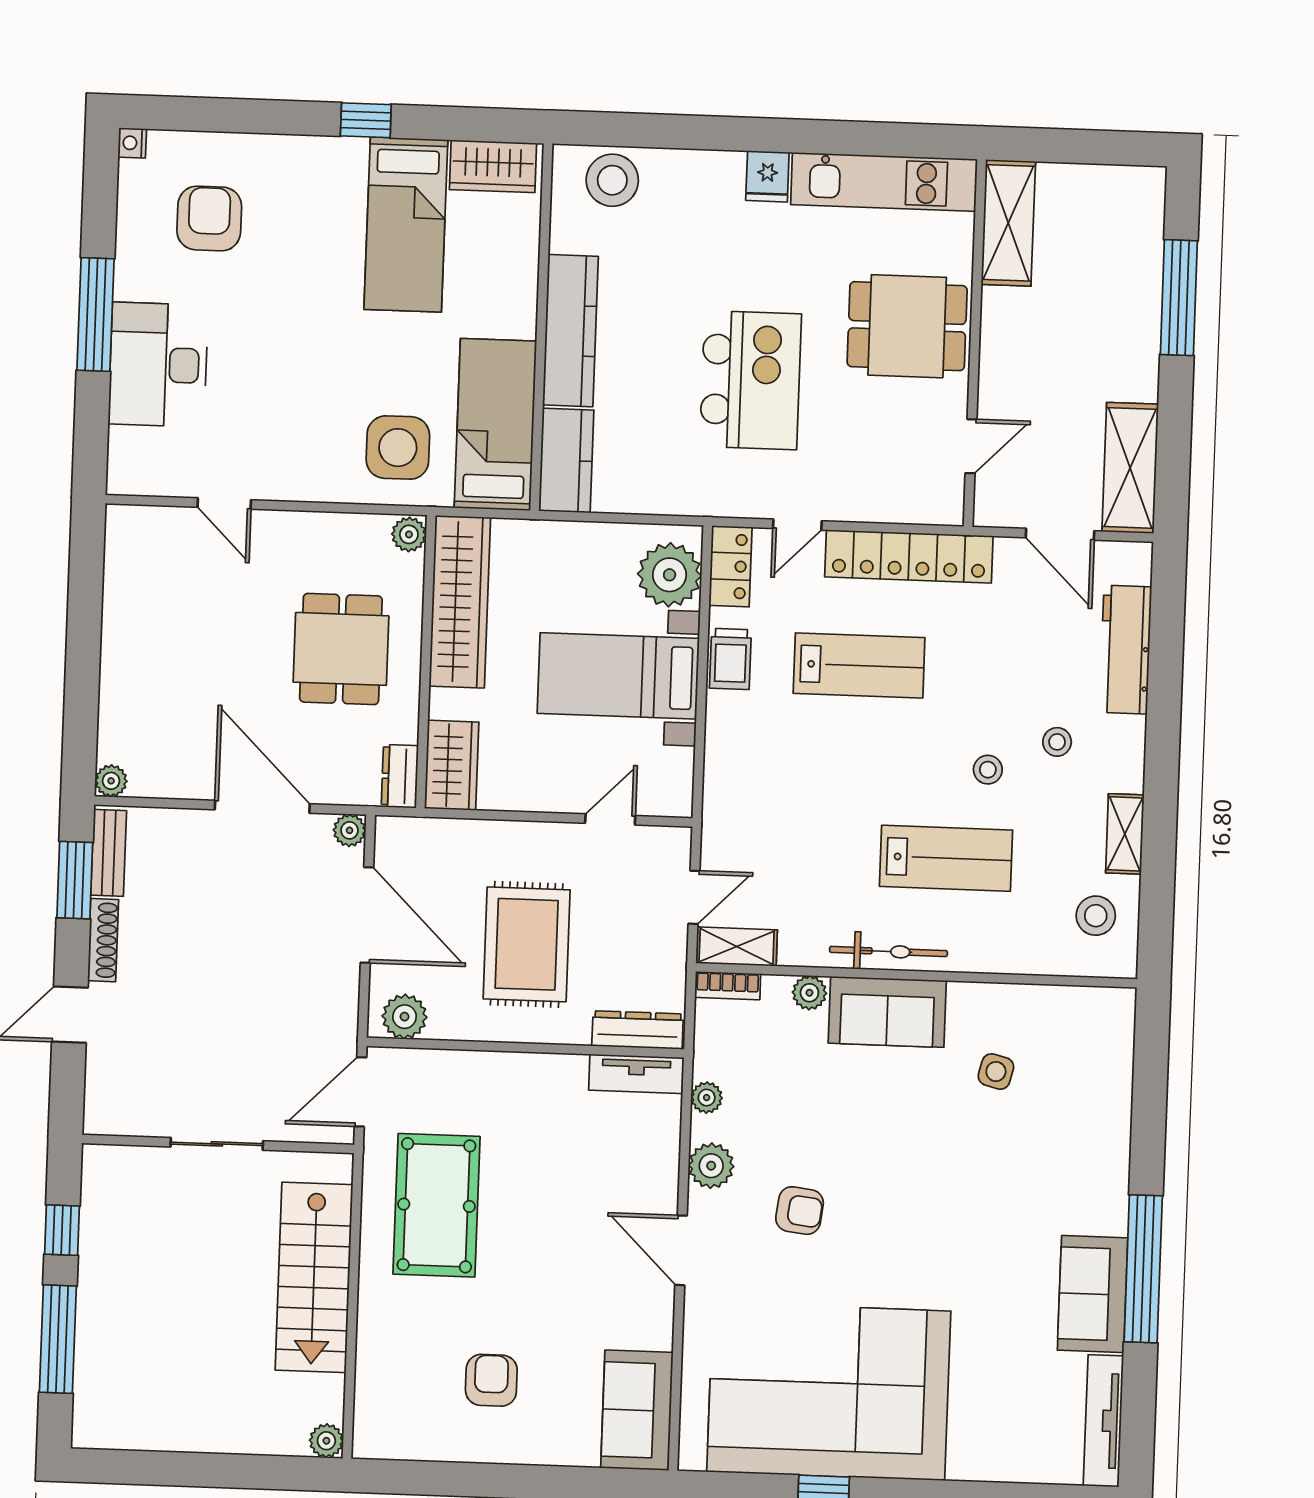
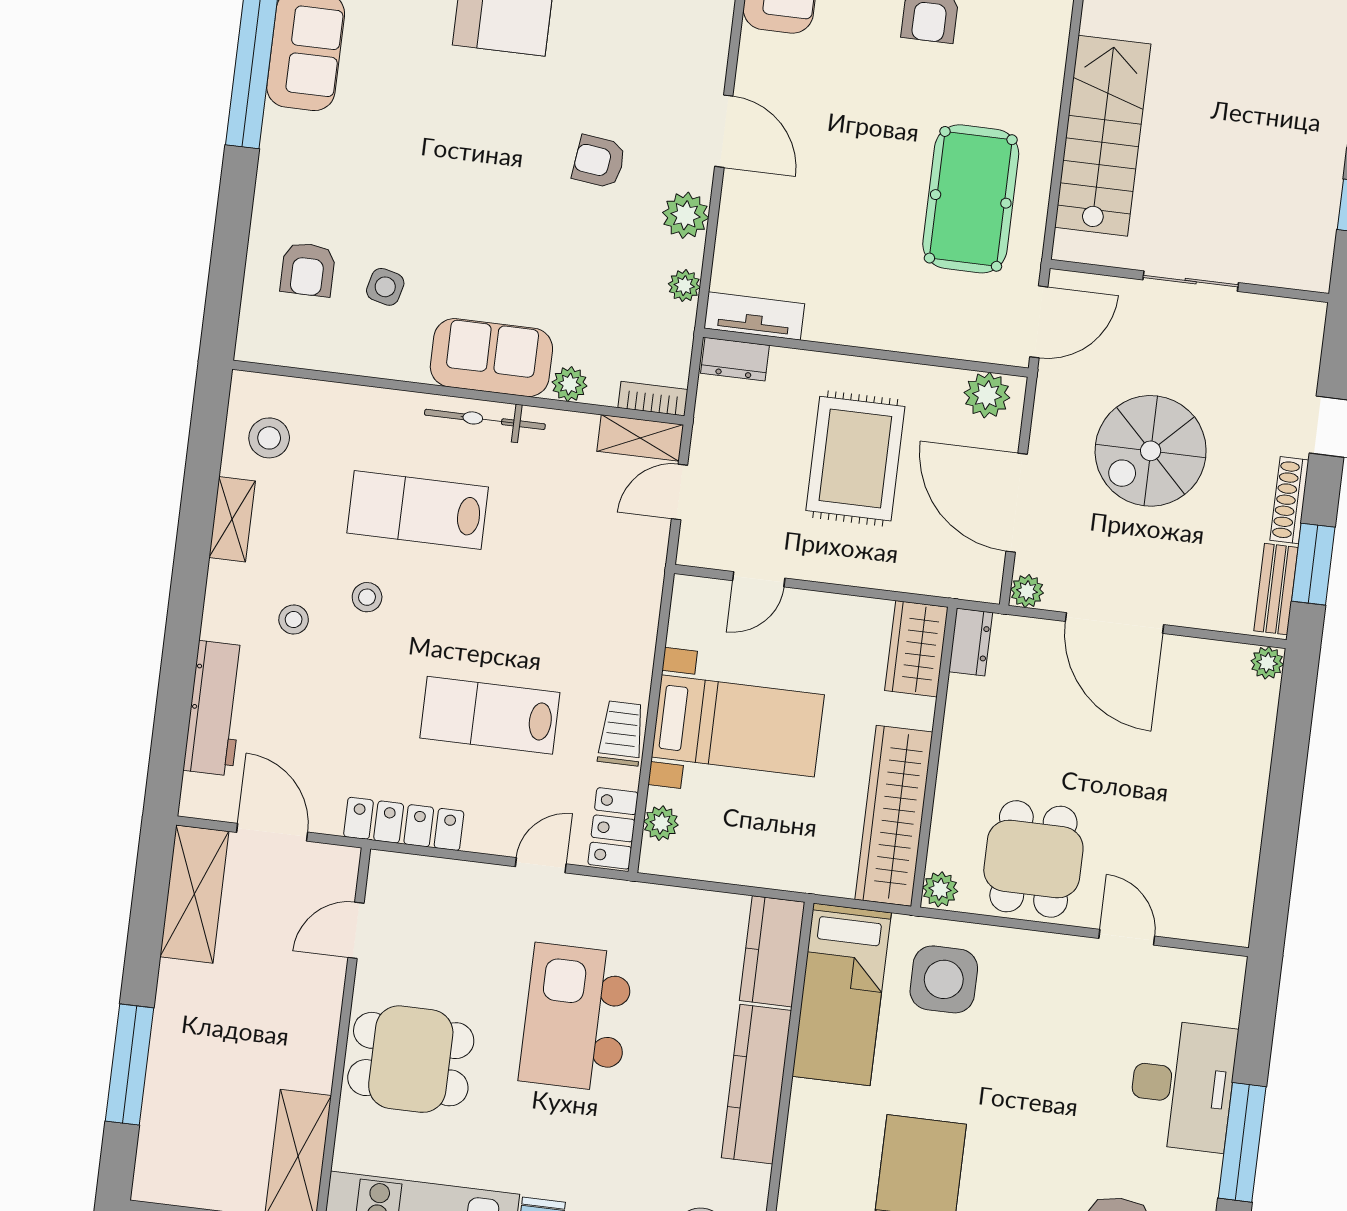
locker: (909, 556) -> (404, 824), width x0.71, depth x0.83
plant: (670, 575) -> (661, 823), width x0.53, depth x0.53
dining table: (341, 649) -> (1033, 859), moved
spiral stairs: (242, 976) -> (1151, 451), added
dresser: (638, 1030) -> (735, 359), width x0.70
armchair: (1072, 1082) -> (308, 269), added

